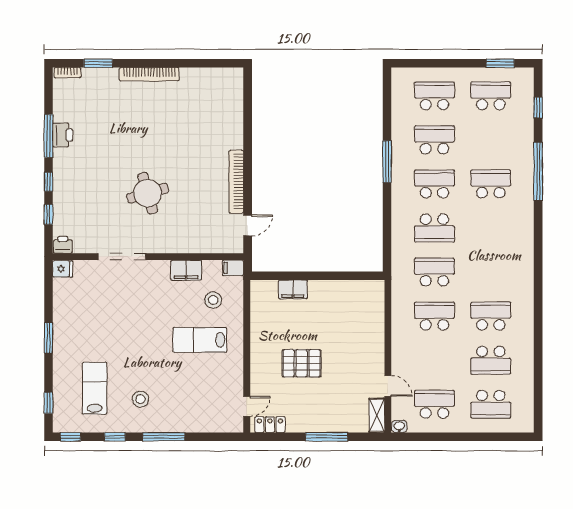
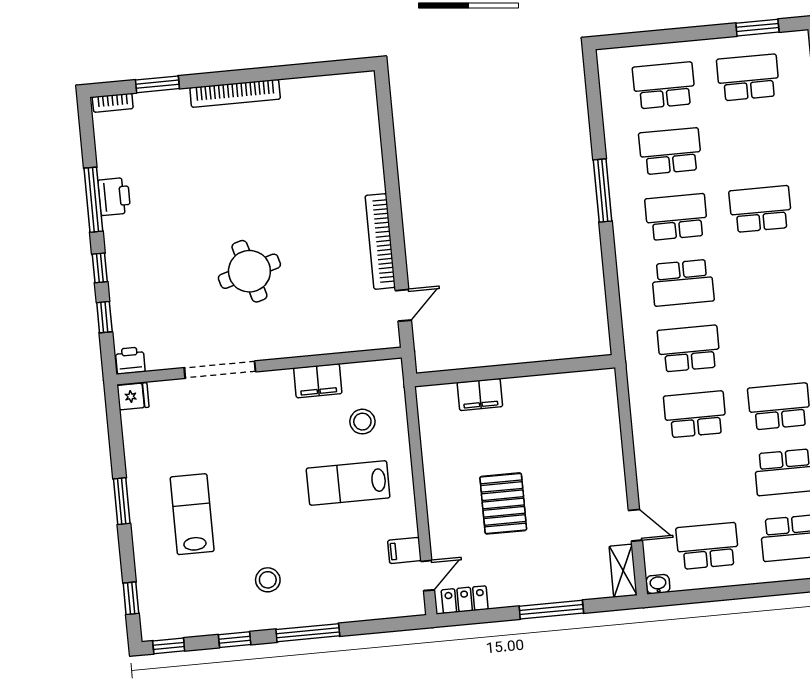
filing cabinet: (233, 268) -> (404, 550), moved
pallet: (302, 363) -> (503, 503), turned 90
lab bench: (95, 388) -> (192, 514), moved

